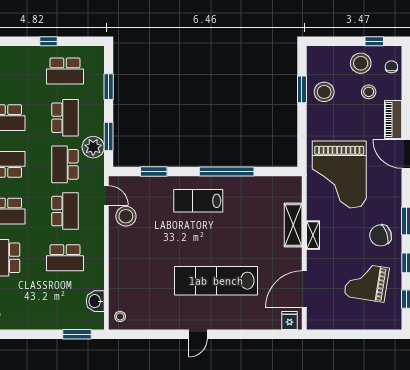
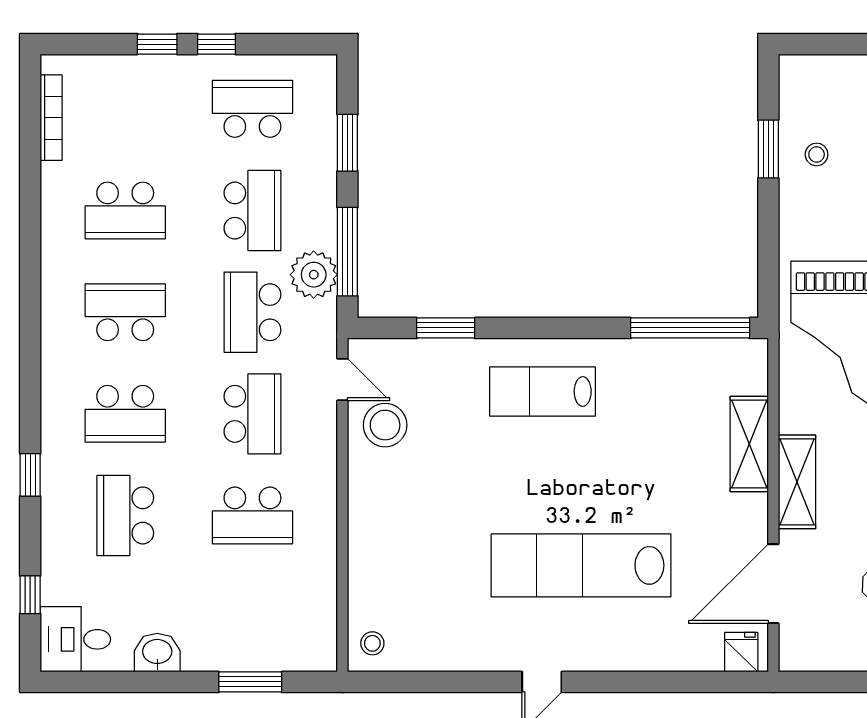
window: (21, 41) -> (157, 44), added
school desk: (65, 71) -> (252, 109), turned 180
stool: (324, 92) -> (817, 154), width x0.53, depth x0.53
window: (109, 137) -> (347, 252), width x1.44
window: (227, 172) -> (690, 328), moved
shelving: (313, 235) -> (797, 482), width x1.50, depth x1.33
washbasin: (95, 301) -> (157, 653), moved, turned 90
window: (77, 334) -> (250, 682), moved

